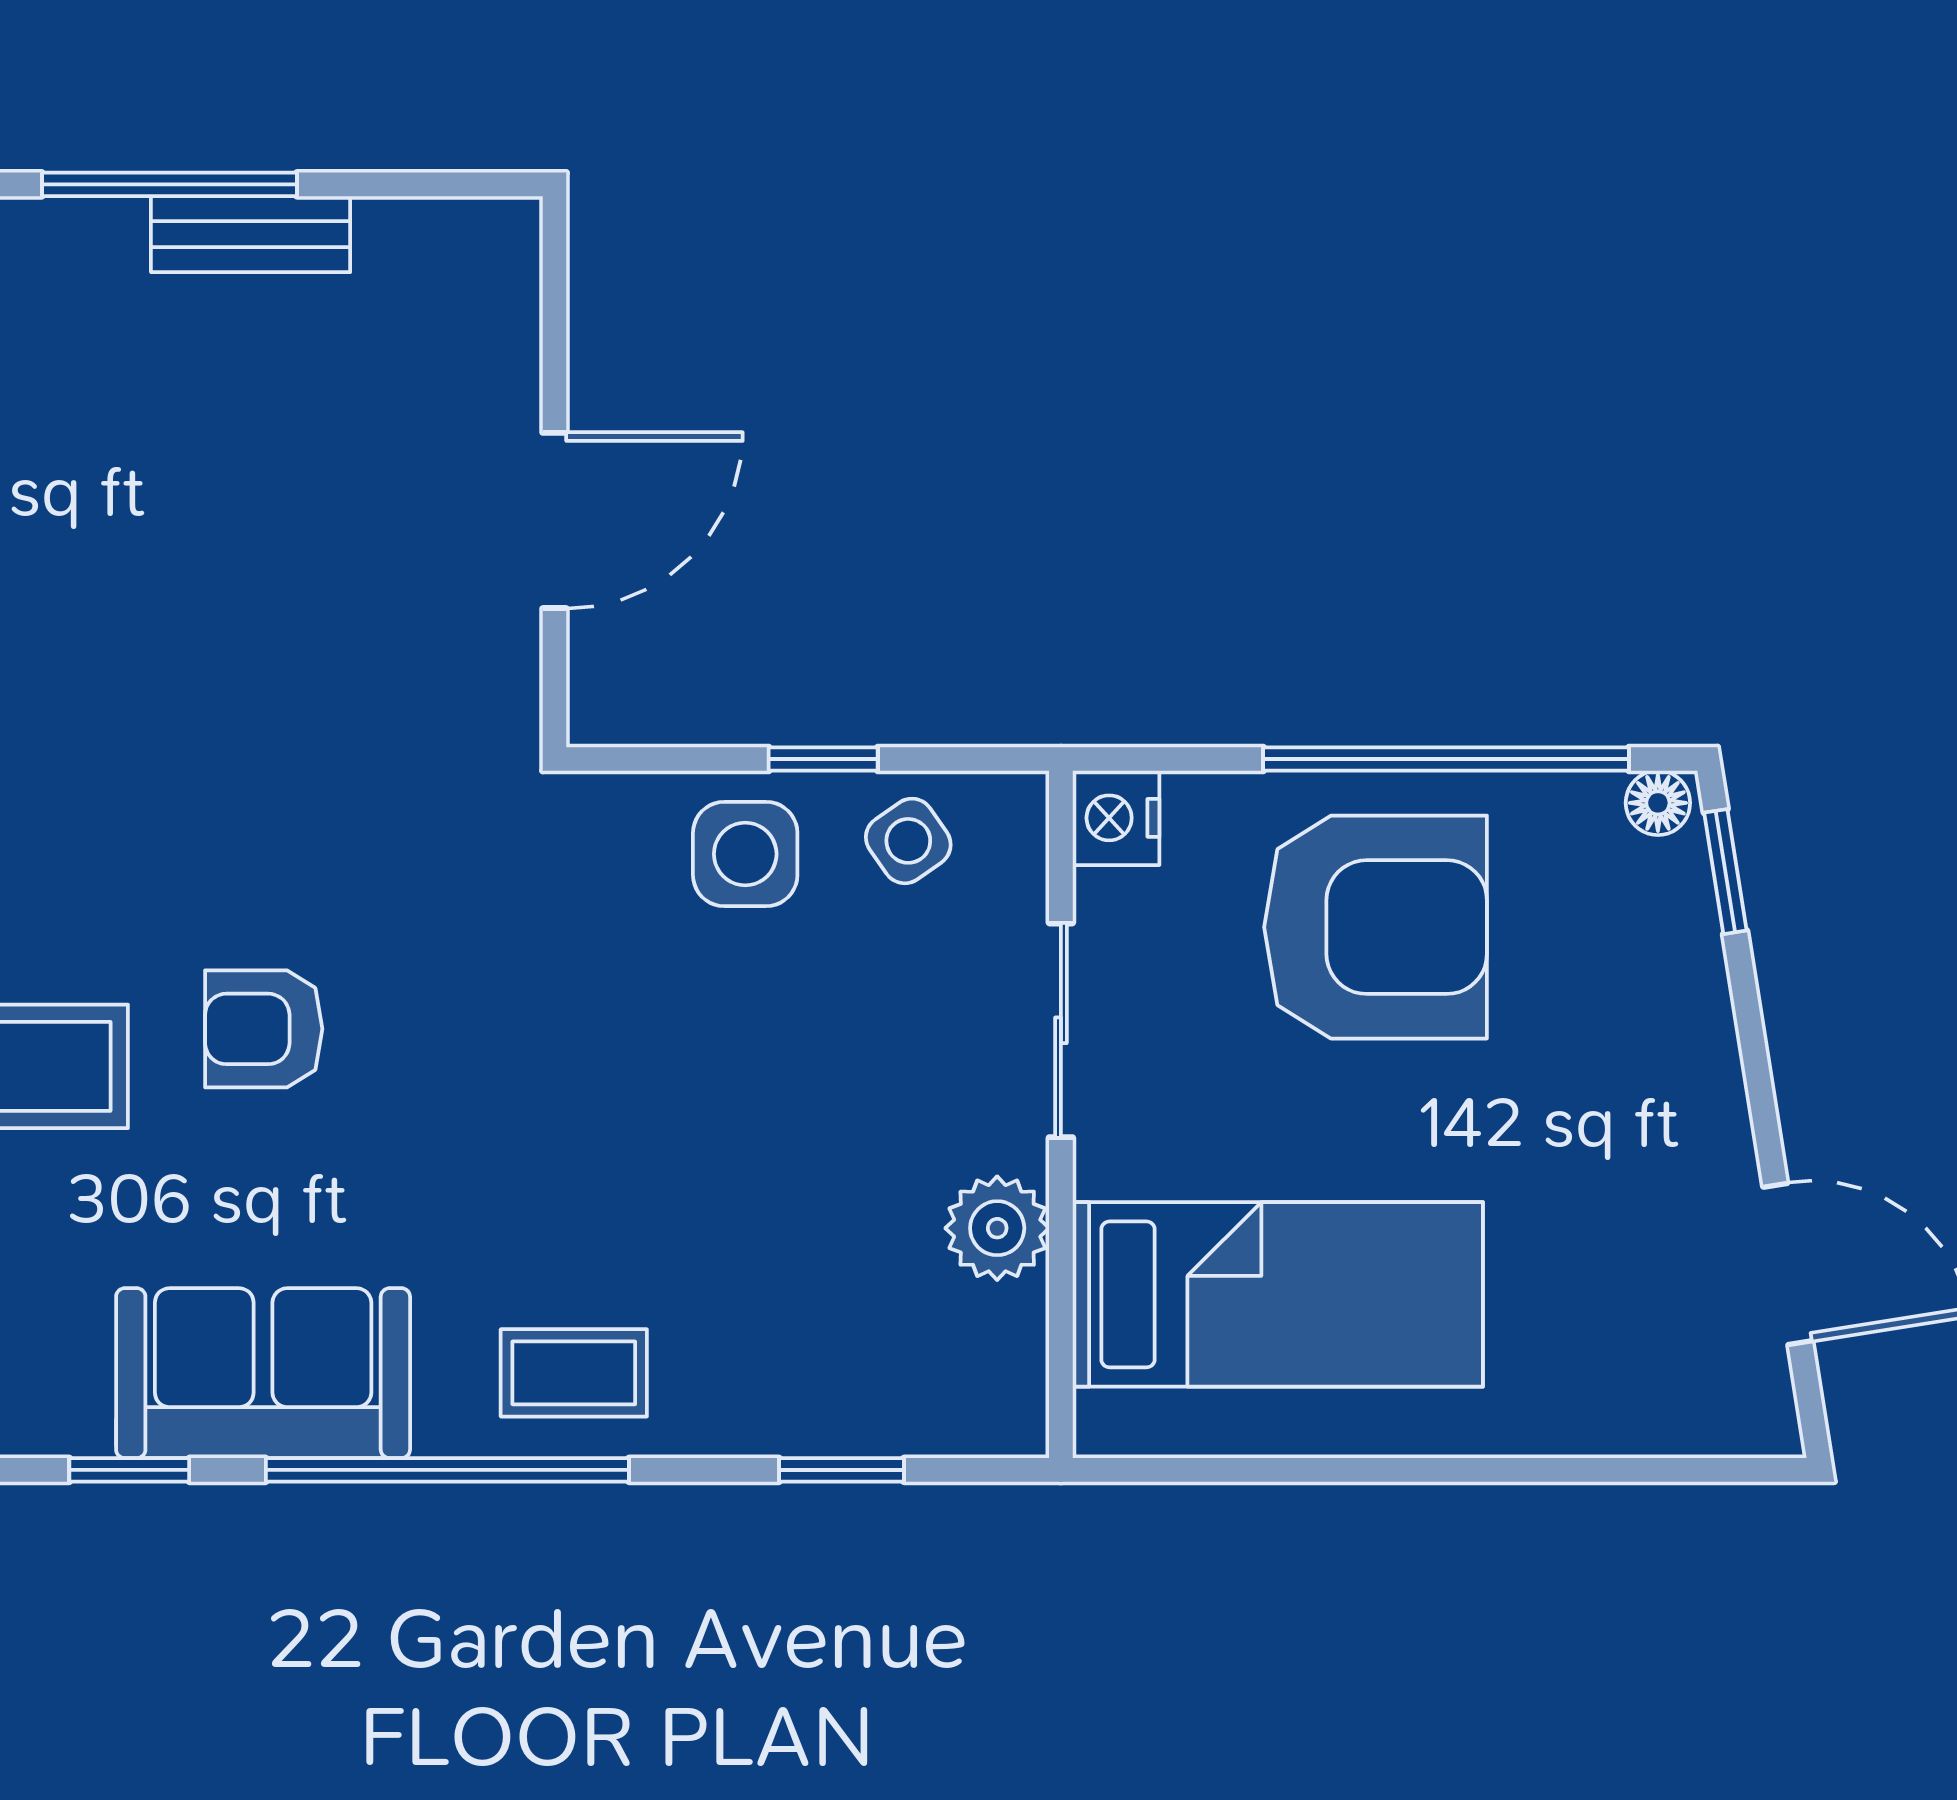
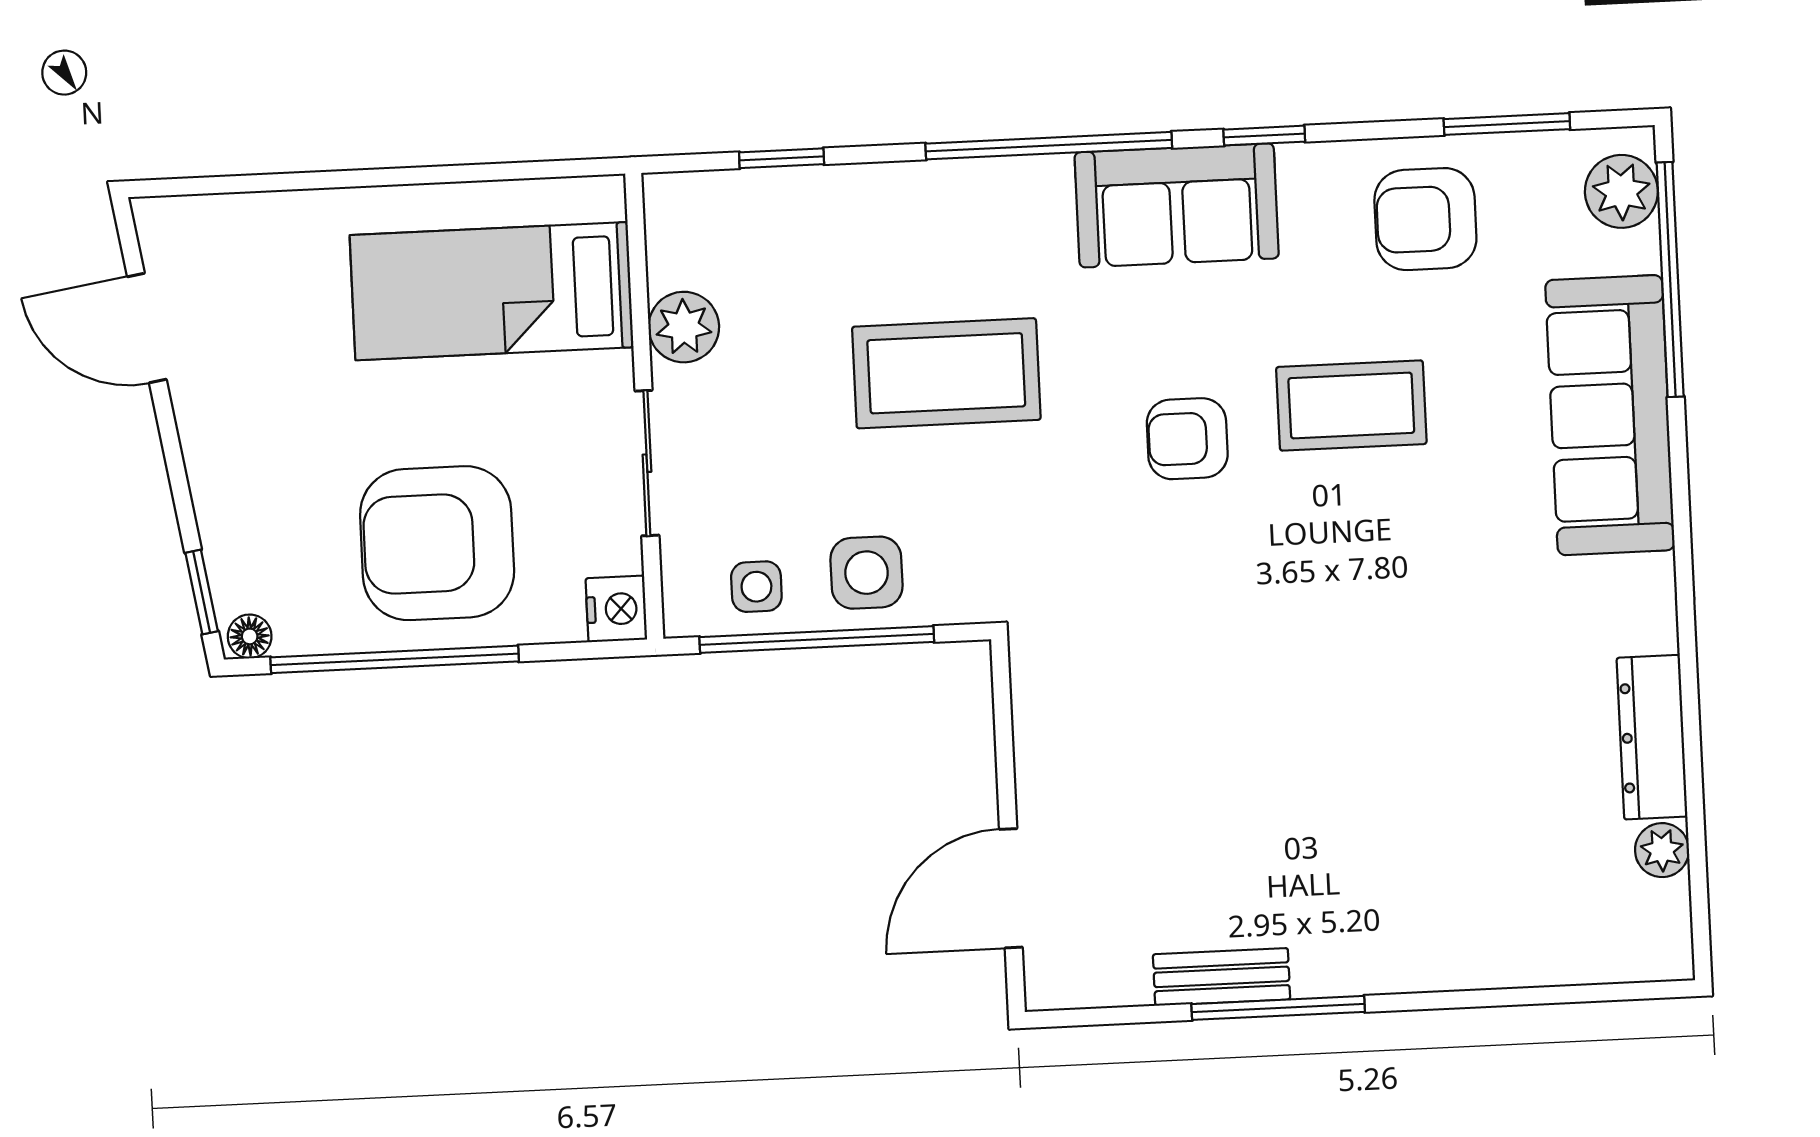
door: (555, 520) -> (1011, 888), moved
window: (823, 759) -> (817, 639), width x3.17
side table: (908, 841) -> (756, 587), turned 35
armchair: (264, 1029) -> (1187, 439), turned 180
coffee table: (574, 1373) -> (946, 373), moved, width x1.86, depth x1.72

